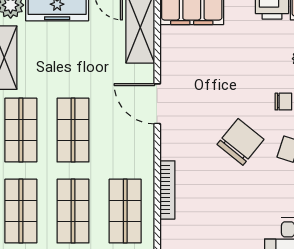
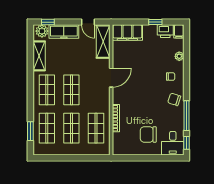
door: (157, 104) -> (111, 78), swing flipped
chair: (240, 142) -> (148, 134), moved, turned -129

